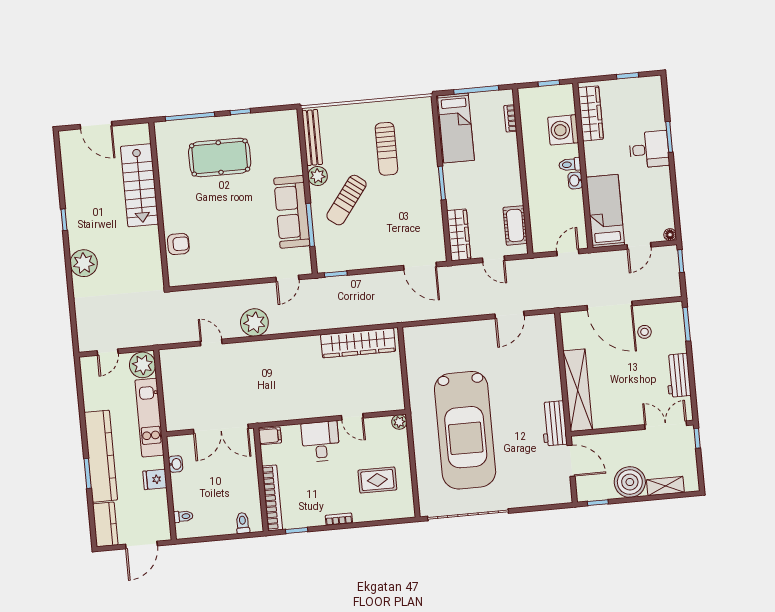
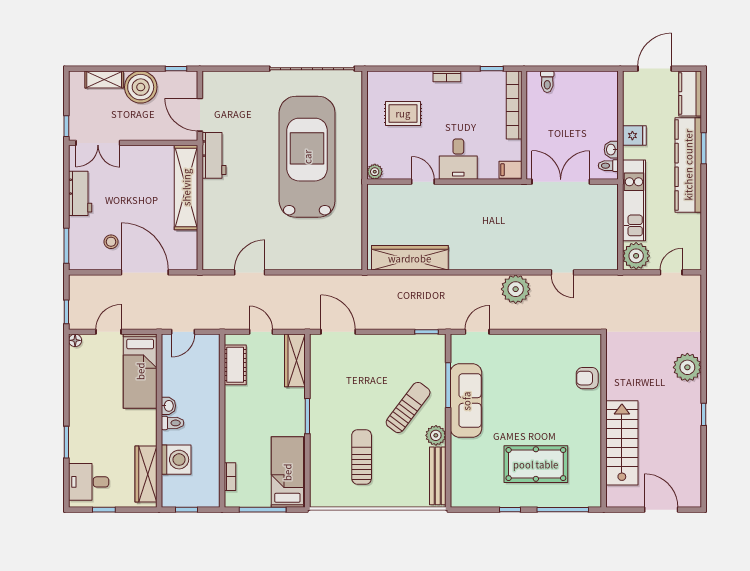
desk: (649, 149) -> (89, 482), moved
toilet: (183, 516) -> (608, 166), moved

